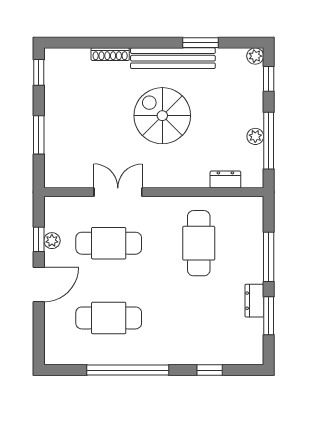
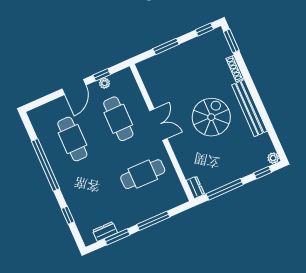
window: (201, 43) -> (231, 41), moved
plant: (255, 136) -> (224, 180), removed
dresser: (225, 180) -> (195, 187), moved
double door: (118, 192) -> (158, 125), moved
door: (39, 284) -> (74, 87), hinge flipped
dresser: (254, 301) -> (105, 232), moved

